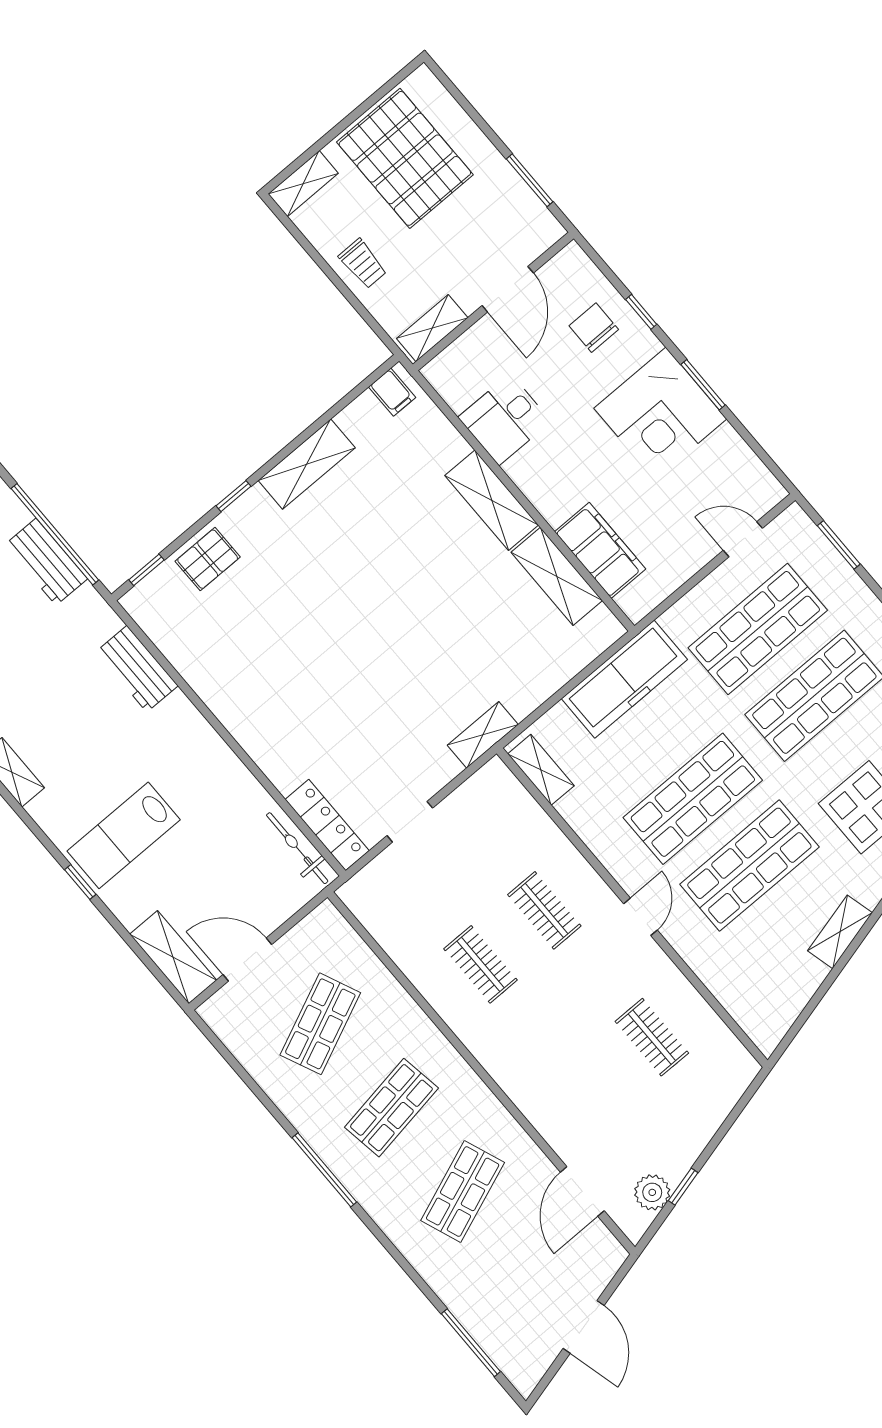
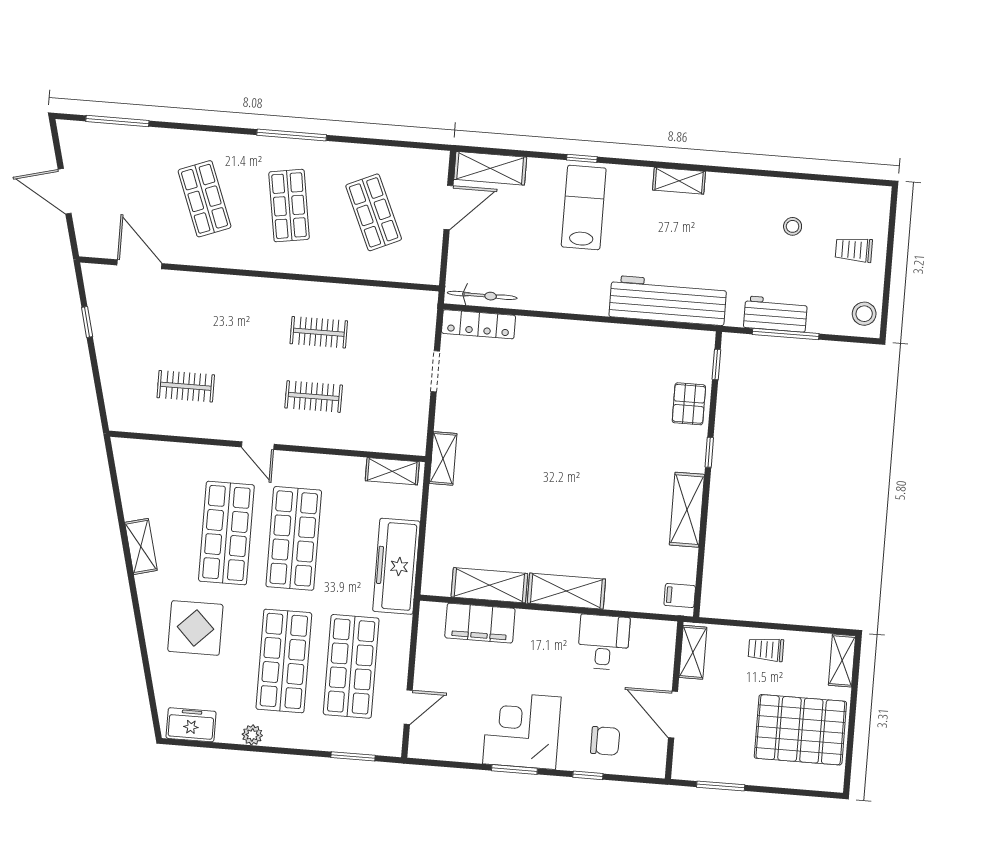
window: (55, 534) -> (786, 334), width x0.68
workbench: (137, 669) -> (668, 300), width x1.88, depth x1.32
plant: (652, 1192) -> (101, 302), removed

